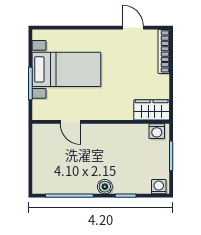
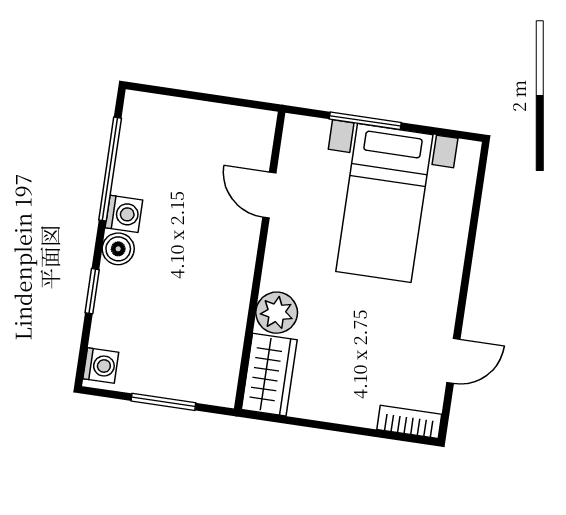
bookcase: (164, 51) -> (409, 422), width x0.64
plant: (123, 111) -> (277, 313), added
door: (70, 122) -> (269, 195), hinge flipped
washing machine: (157, 131) -> (124, 214), moved, turned 180

